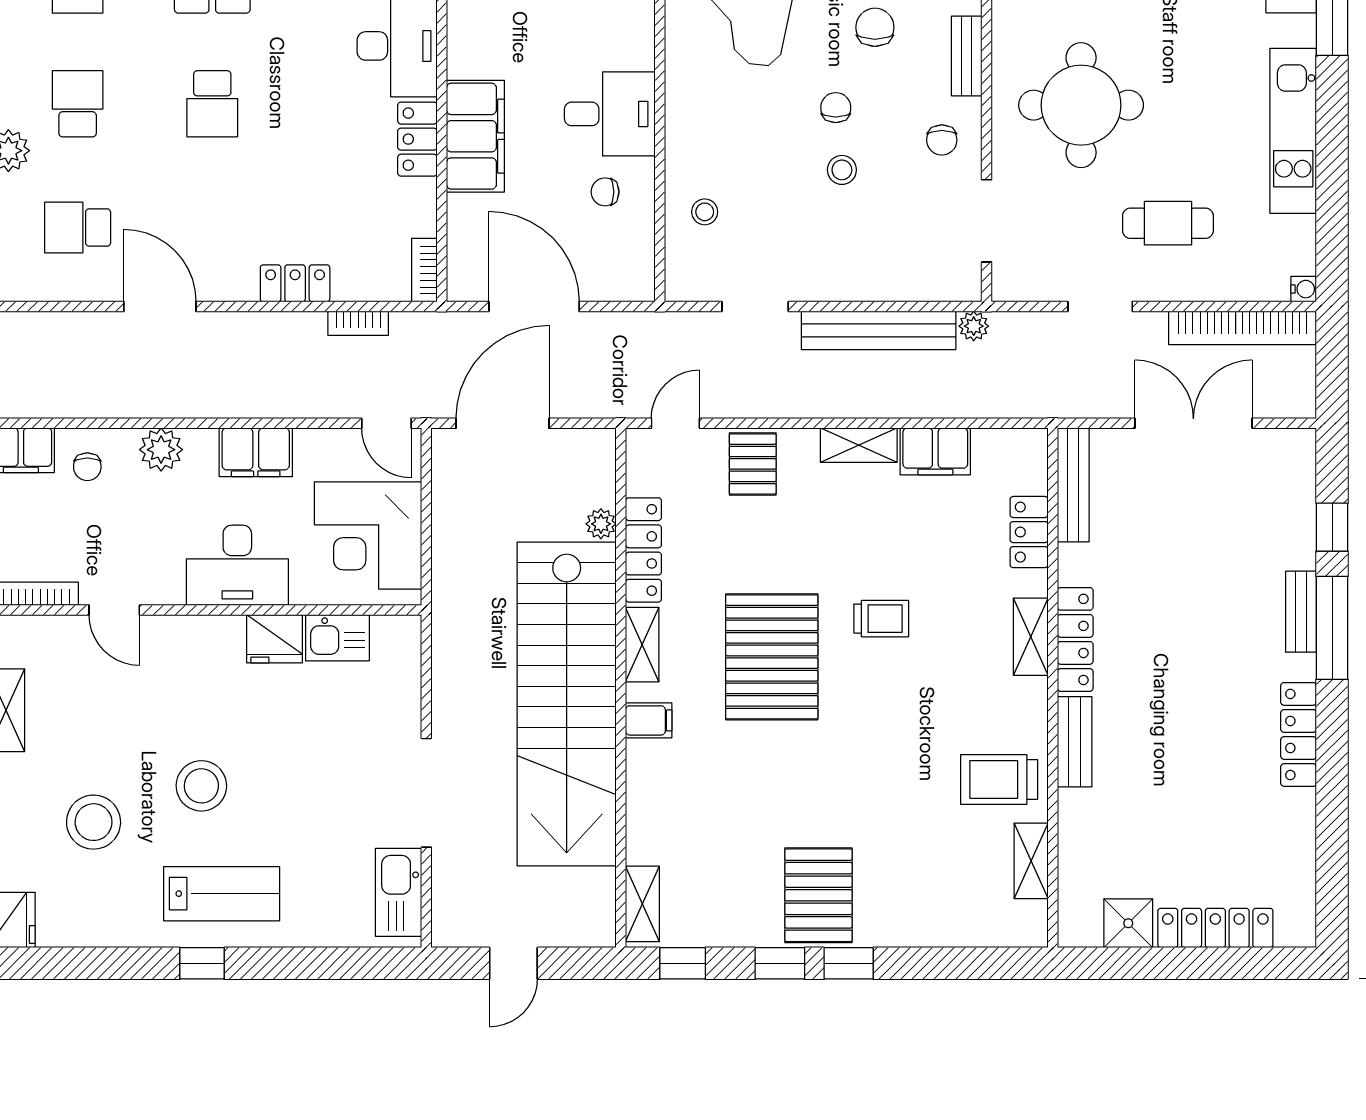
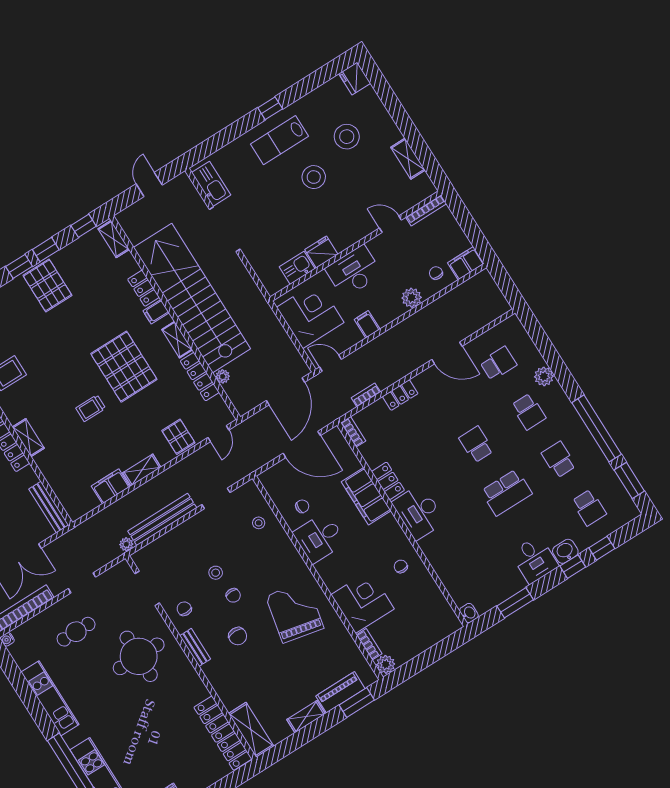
filing cabinet: (256, 452) -> (367, 324), width x0.50
locker: (1029, 532) -> (144, 288), moved, turned 180

